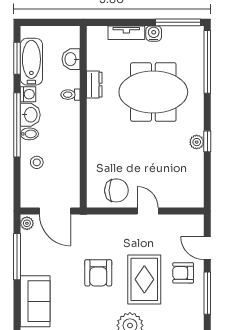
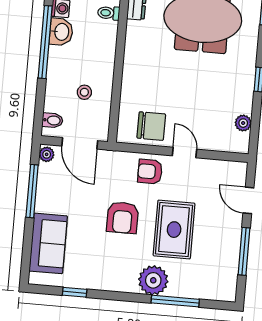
bidet: (29, 134) -> (52, 120), moved
plant: (197, 142) -> (243, 123), moved
stool: (37, 162) -> (84, 92), moved
armchair: (183, 273) -> (150, 172), moved

